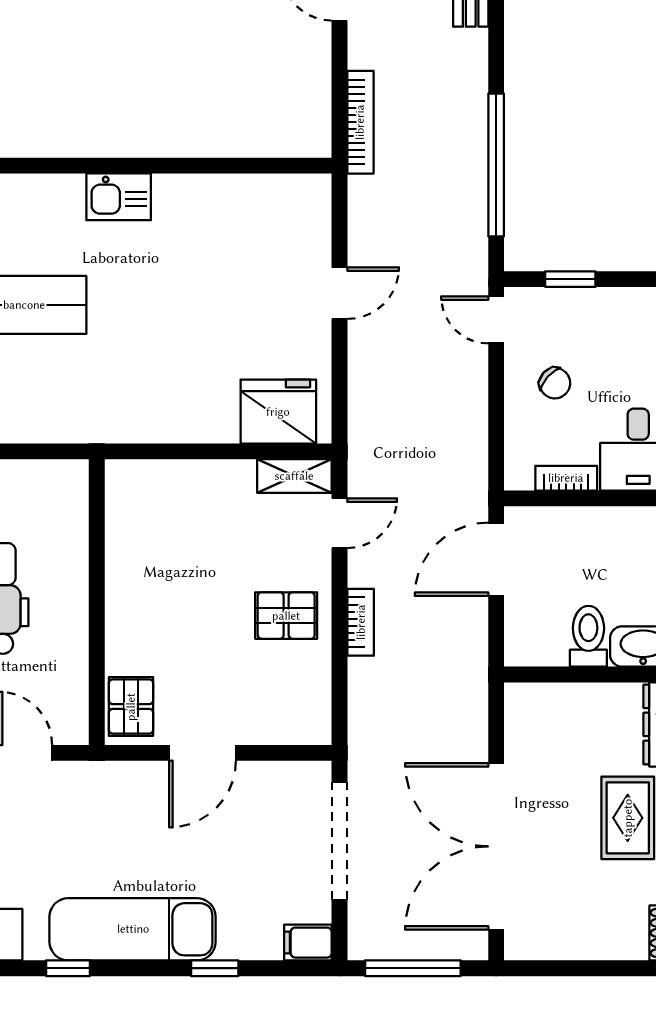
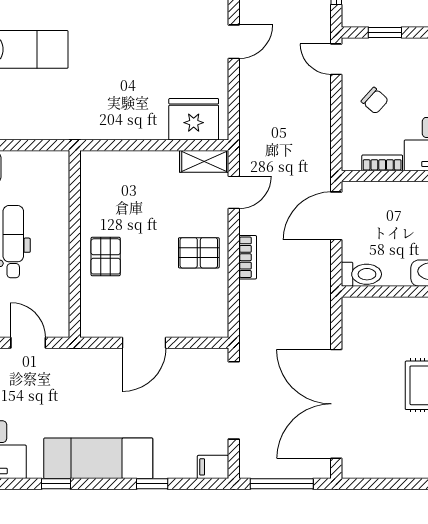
toilet: (588, 636) -> (361, 274), moved, turned 90
pallet: (131, 707) -> (106, 256), moved

